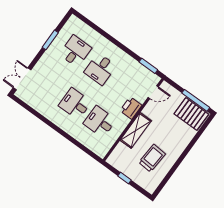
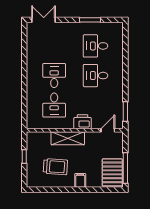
desk: (75, 51) -> (96, 46), turned 180
door: (153, 92) -> (108, 130), swing flipped
desk: (100, 122) -> (54, 105), turned 180
filing cabinet: (179, 146) -> (80, 180), added

